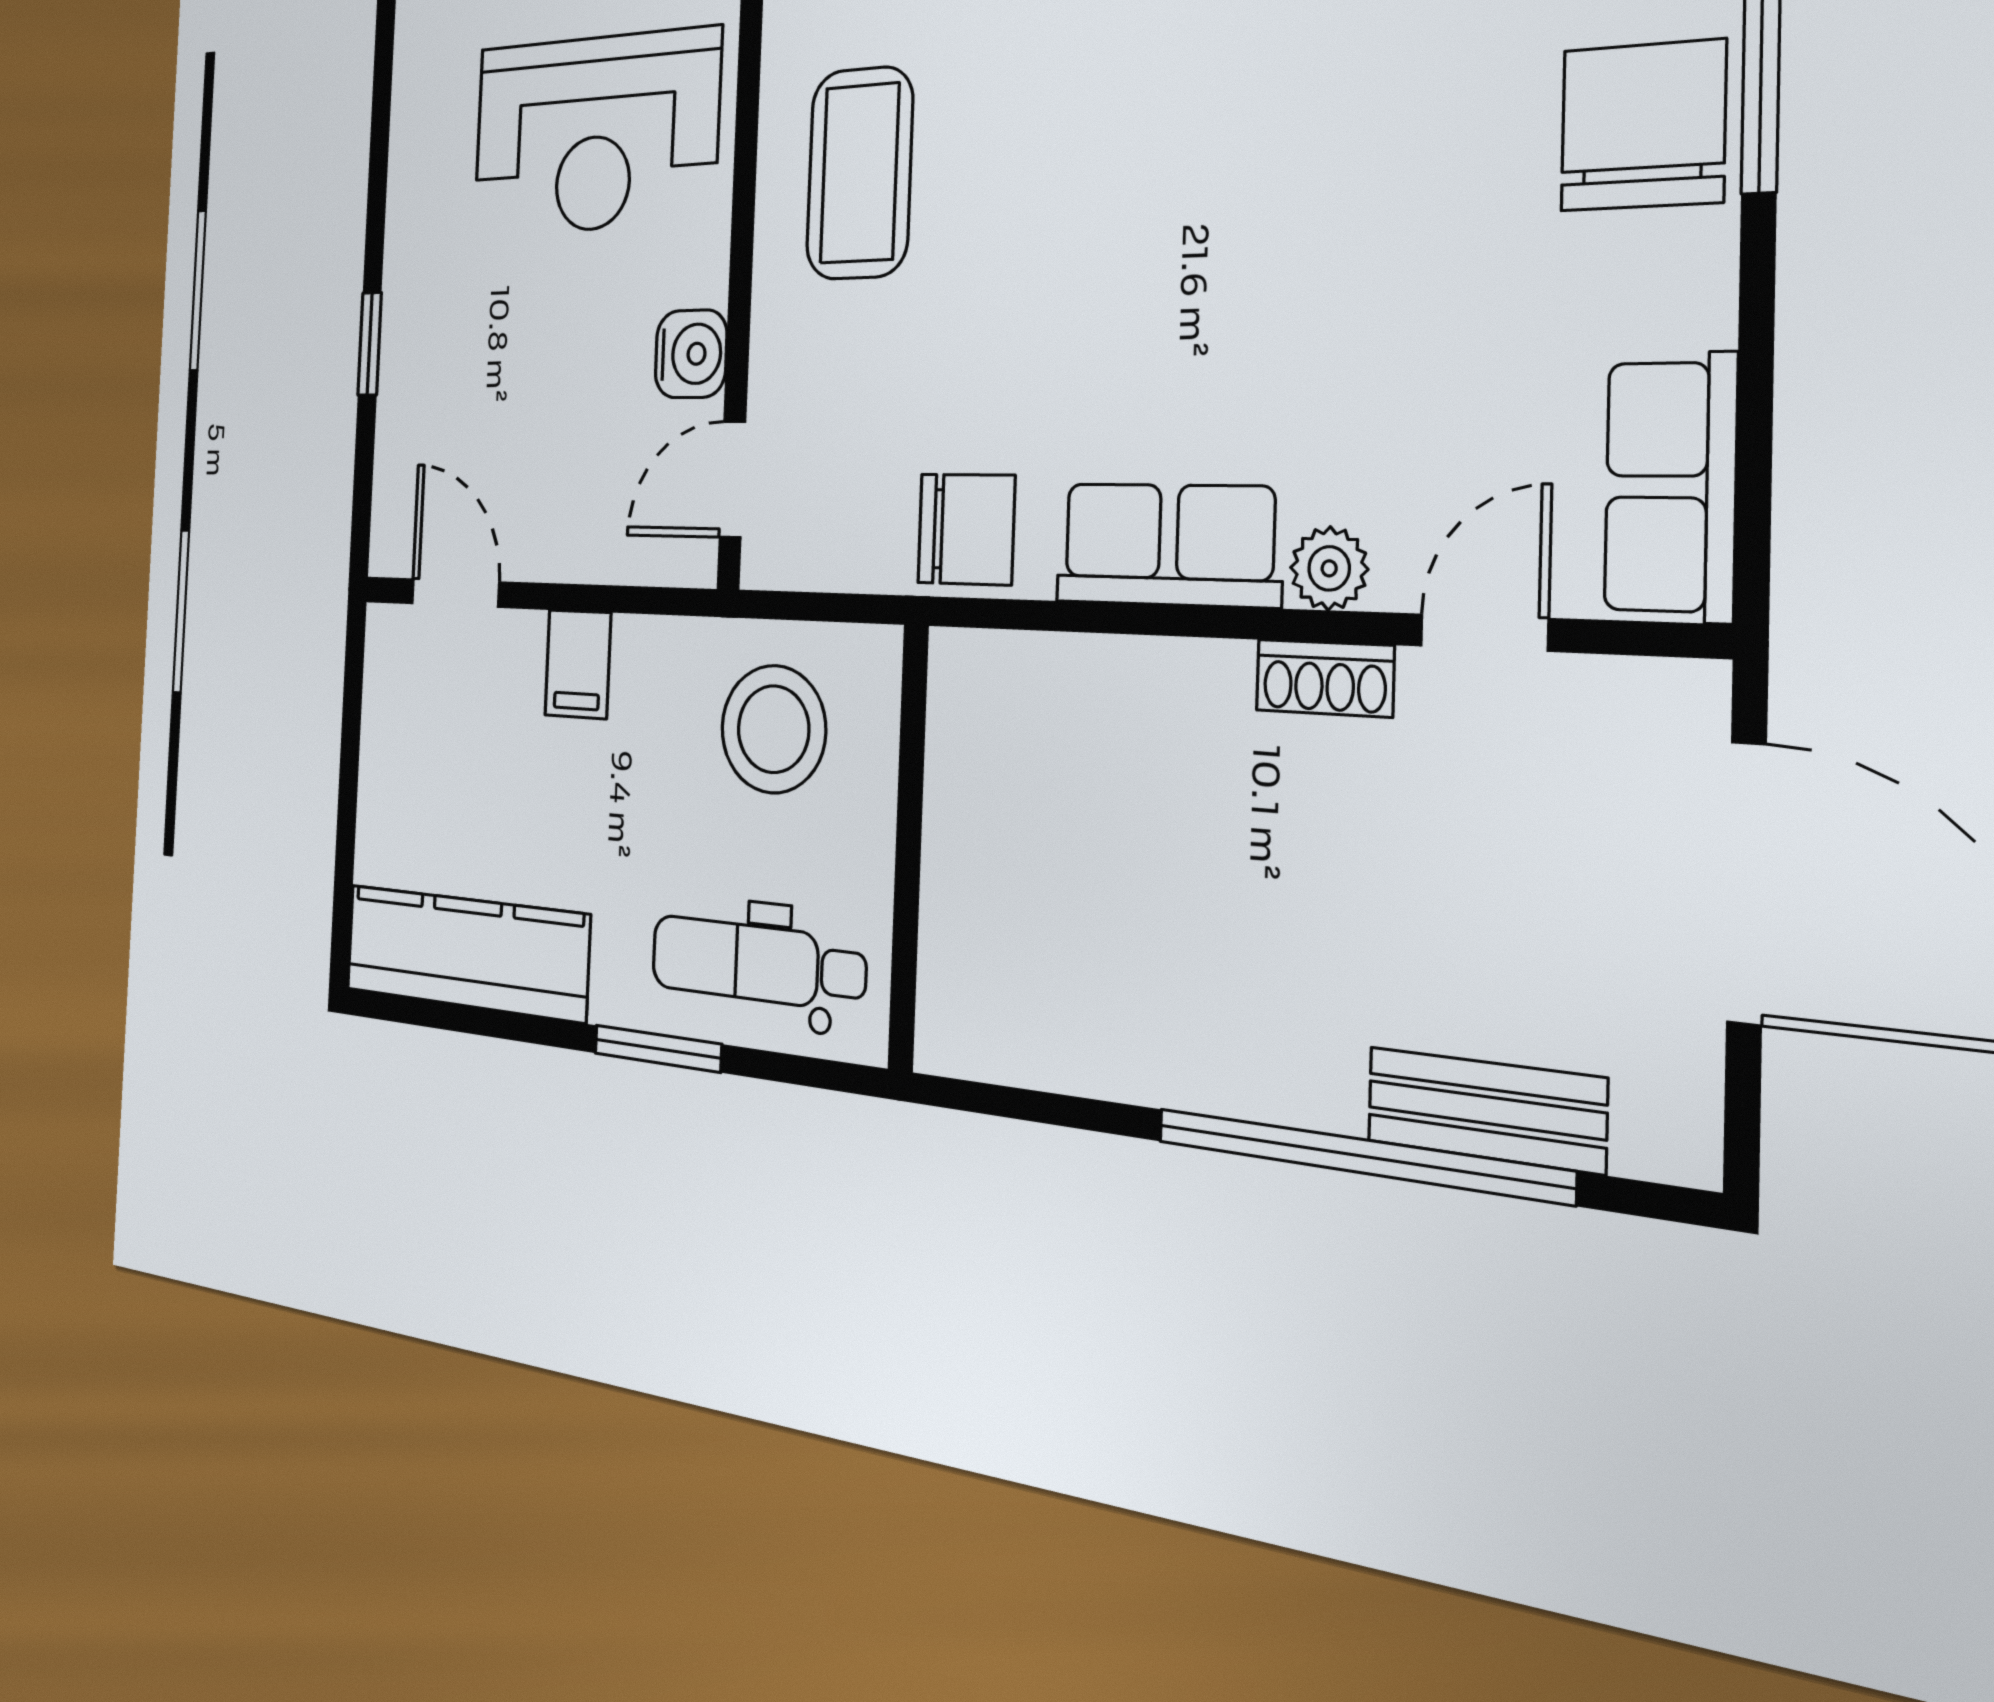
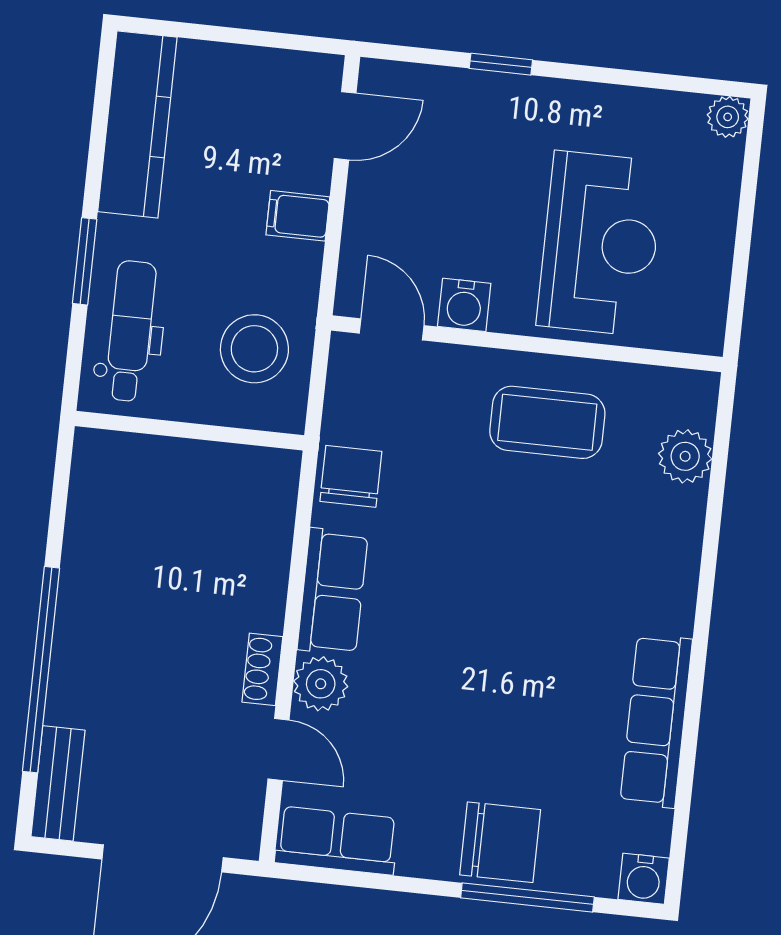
reception desk: (595, 133) -> (600, 244), turned 180
chair: (966, 529) -> (351, 476), turned 180
plant: (1329, 568) -> (321, 684), width x1.38, depth x1.38
bench: (1486, 1110) -> (58, 783), moved

